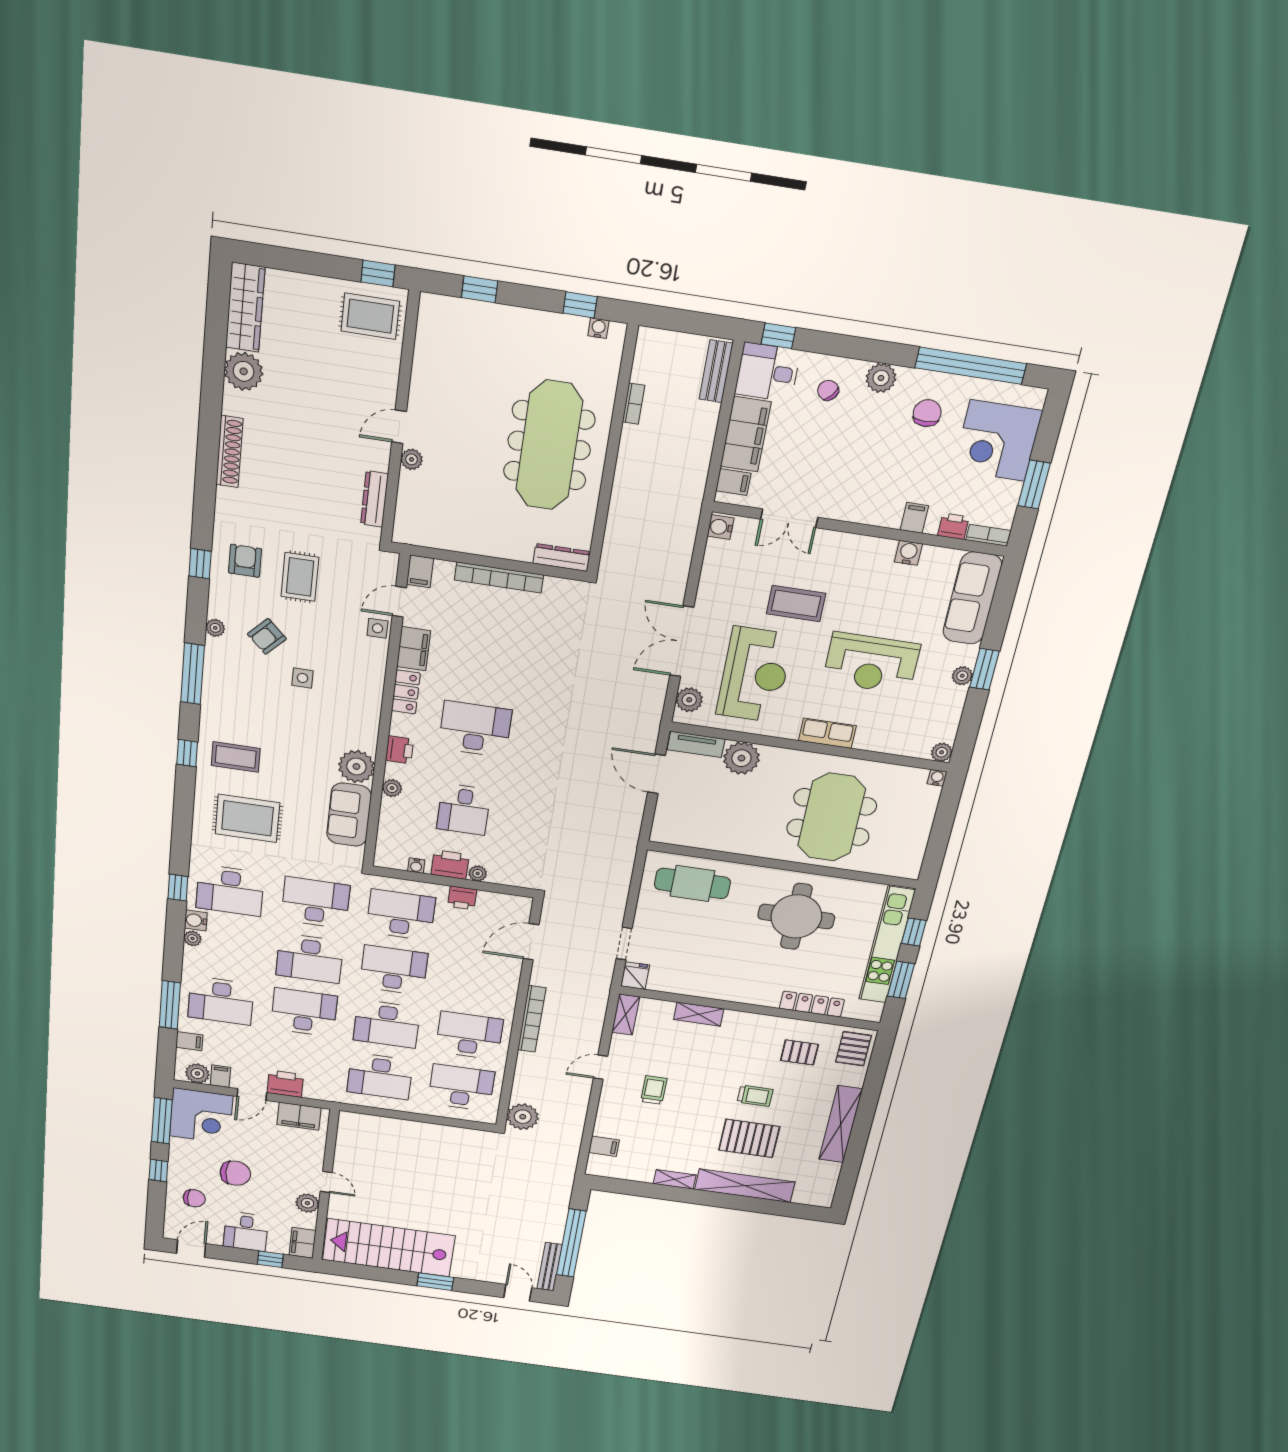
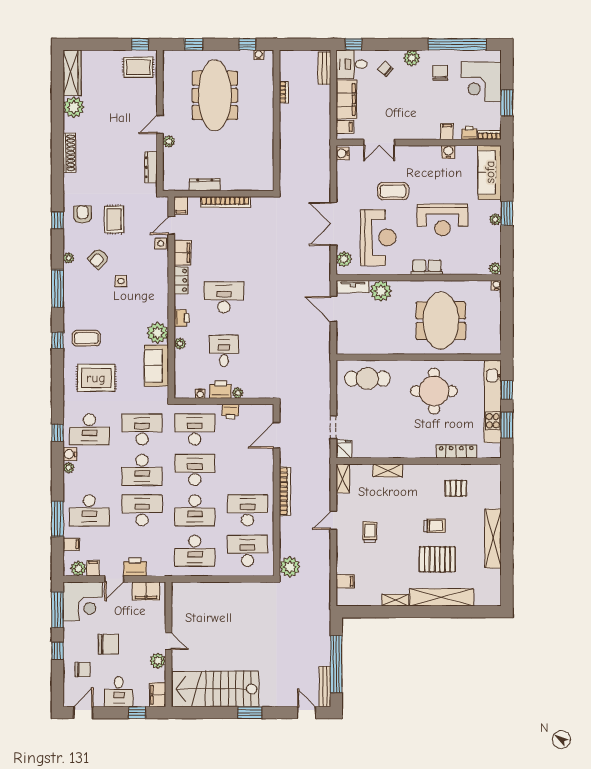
meeting table: (549, 445) -> (215, 95), moved
dresser: (562, 557) -> (205, 185), moved
desk: (464, 809) -> (224, 351), turned 180
pallet: (853, 1049) -> (489, 480), removed

